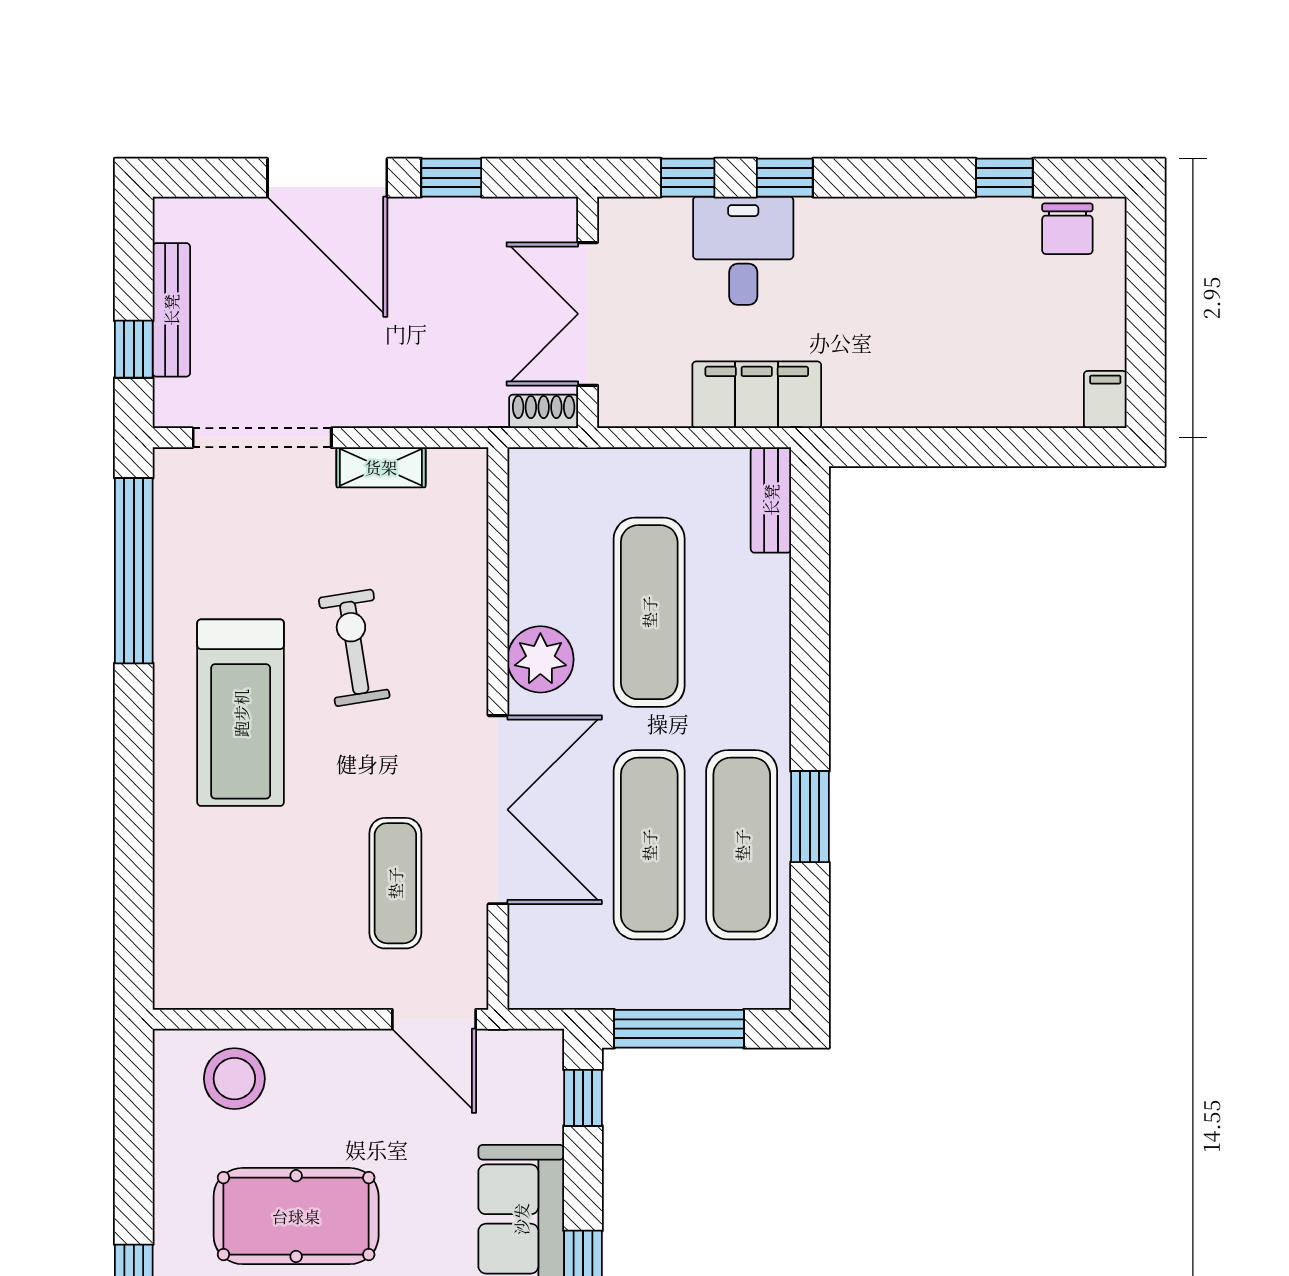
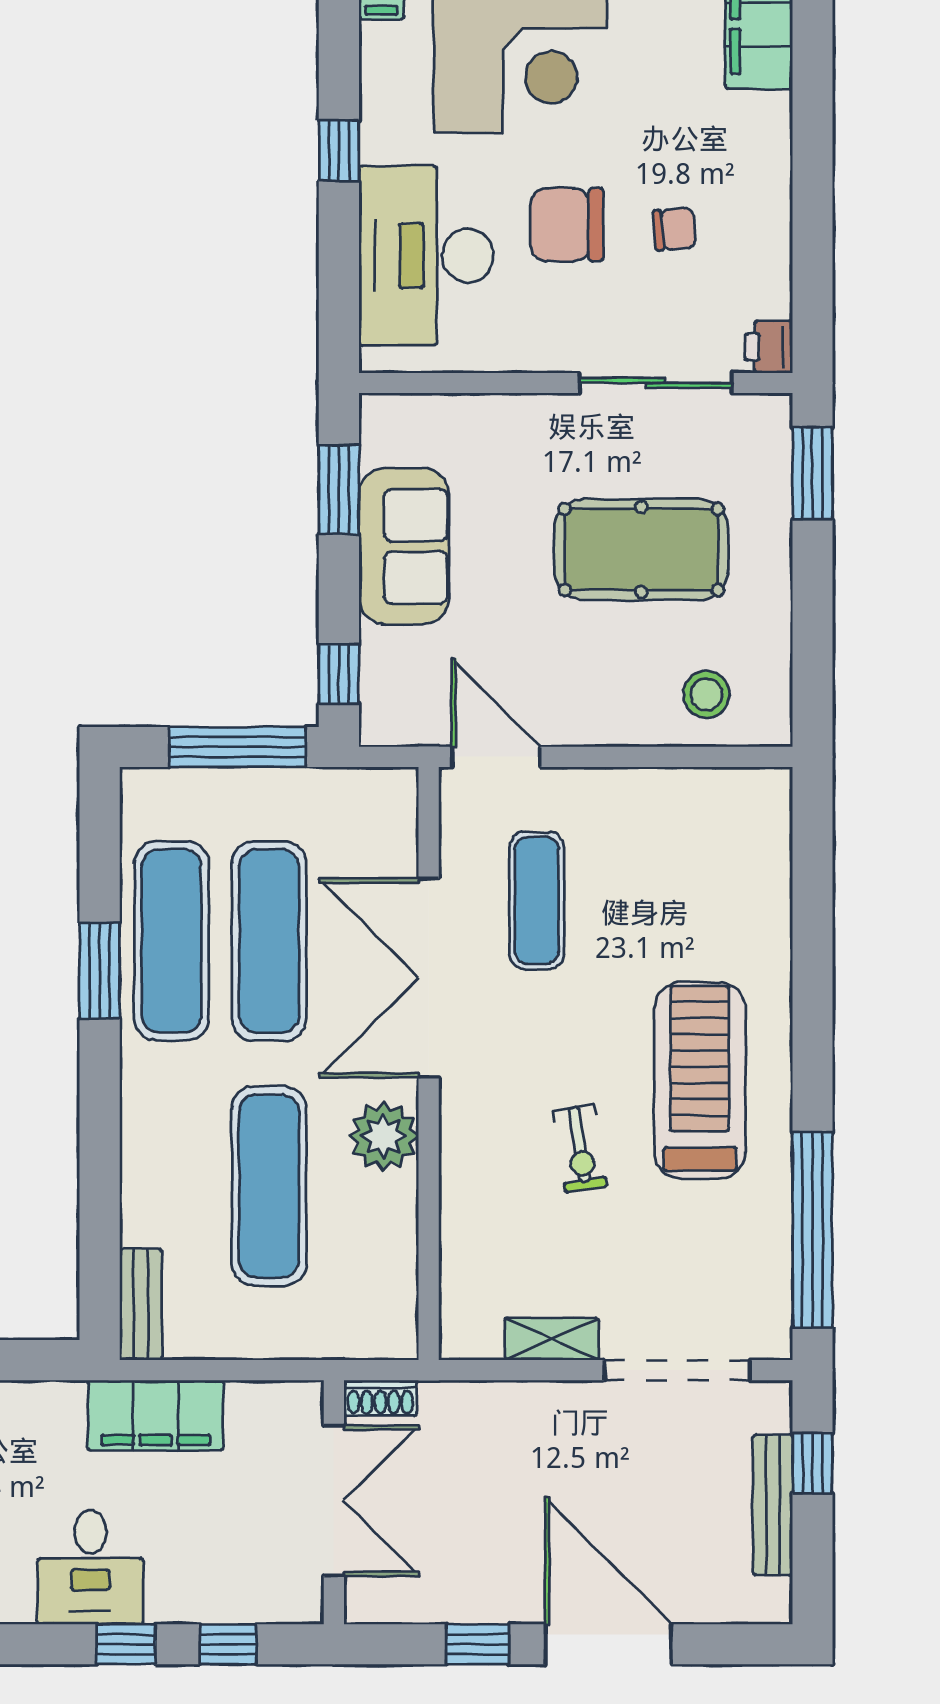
desk: (743, 251) -> (90, 1567), moved
exercise bike: (354, 648) -> (580, 1149), width x0.73, depth x0.72
stool: (234, 1079) -> (706, 694), width x0.73, depth x0.73

